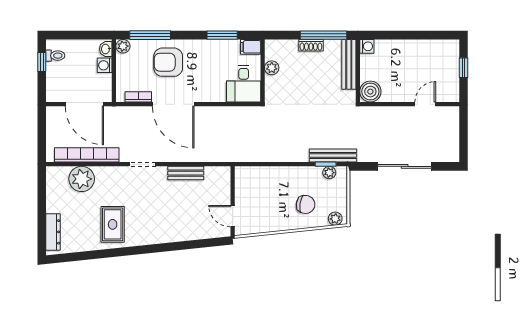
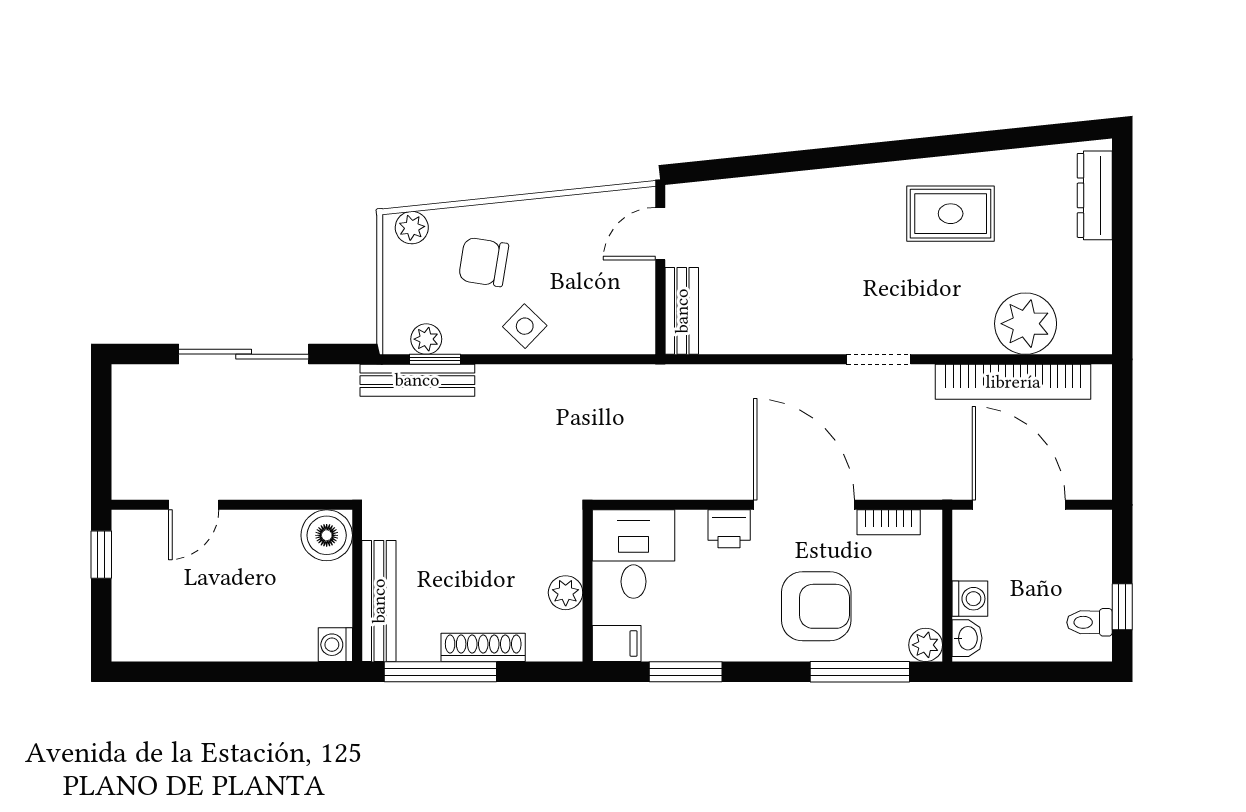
shoe rack: (311, 45) -> (483, 647), width x1.43
window: (464, 68) -> (101, 555), moved
printer: (204, 94) -> (729, 529), added
bench: (186, 173) -> (682, 311), moved, turned 90
side table: (289, 178) -> (525, 326), added
door: (233, 216) -> (660, 234), swing flipped
rug: (113, 224) -> (951, 214), turned 90

